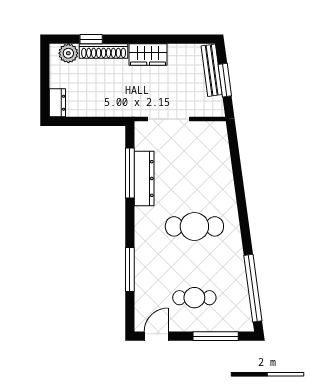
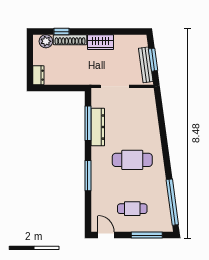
bench: (212, 70) -> (146, 65), moved
window: (130, 269) -> (88, 176), moved
door: (156, 336) -> (106, 235), hinge flipped

